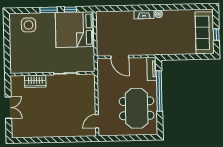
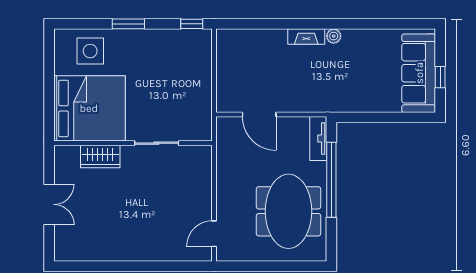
window: (70, 9) -> (192, 24), moved
bed: (75, 29) -> (89, 108), moved, turned 180

